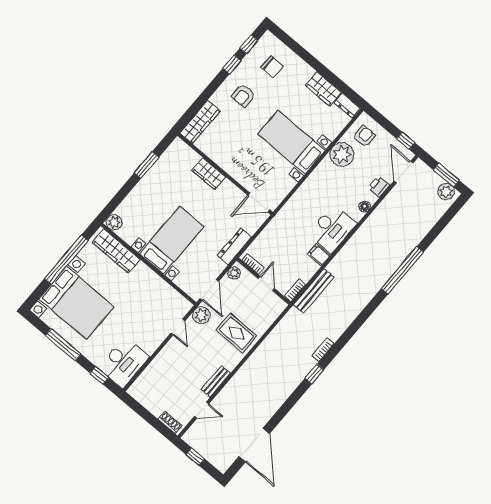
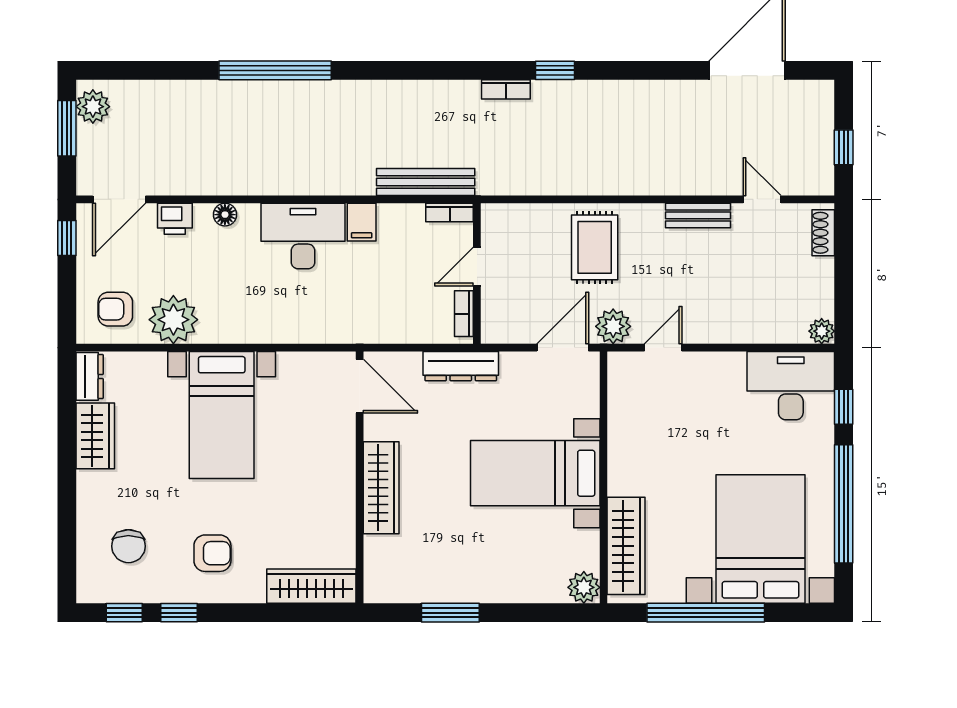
chair: (272, 67) -> (128, 546), turned 180
wardrobe: (209, 174) -> (381, 488), width x1.50
plant: (234, 273) -> (822, 331), moved
window: (63, 345) -> (844, 504), width x1.46

